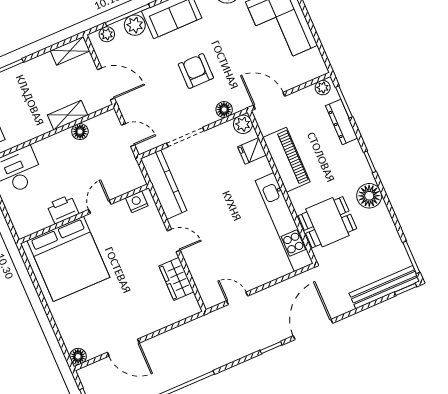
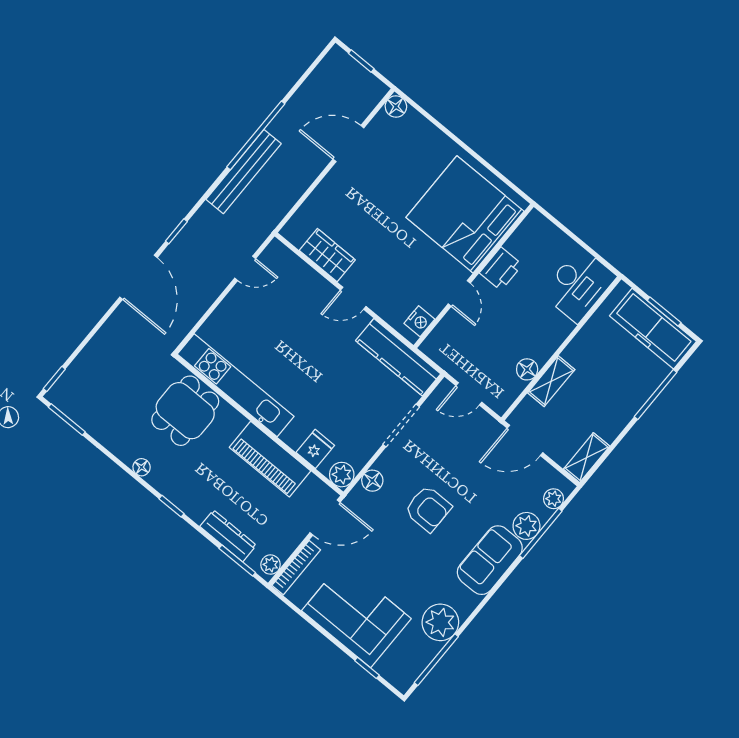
bookcase: (306, 77) -> (296, 568), added
floor lamp: (369, 196) -> (142, 467), width x0.53, depth x0.53
bench: (384, 287) -> (244, 172), moved

